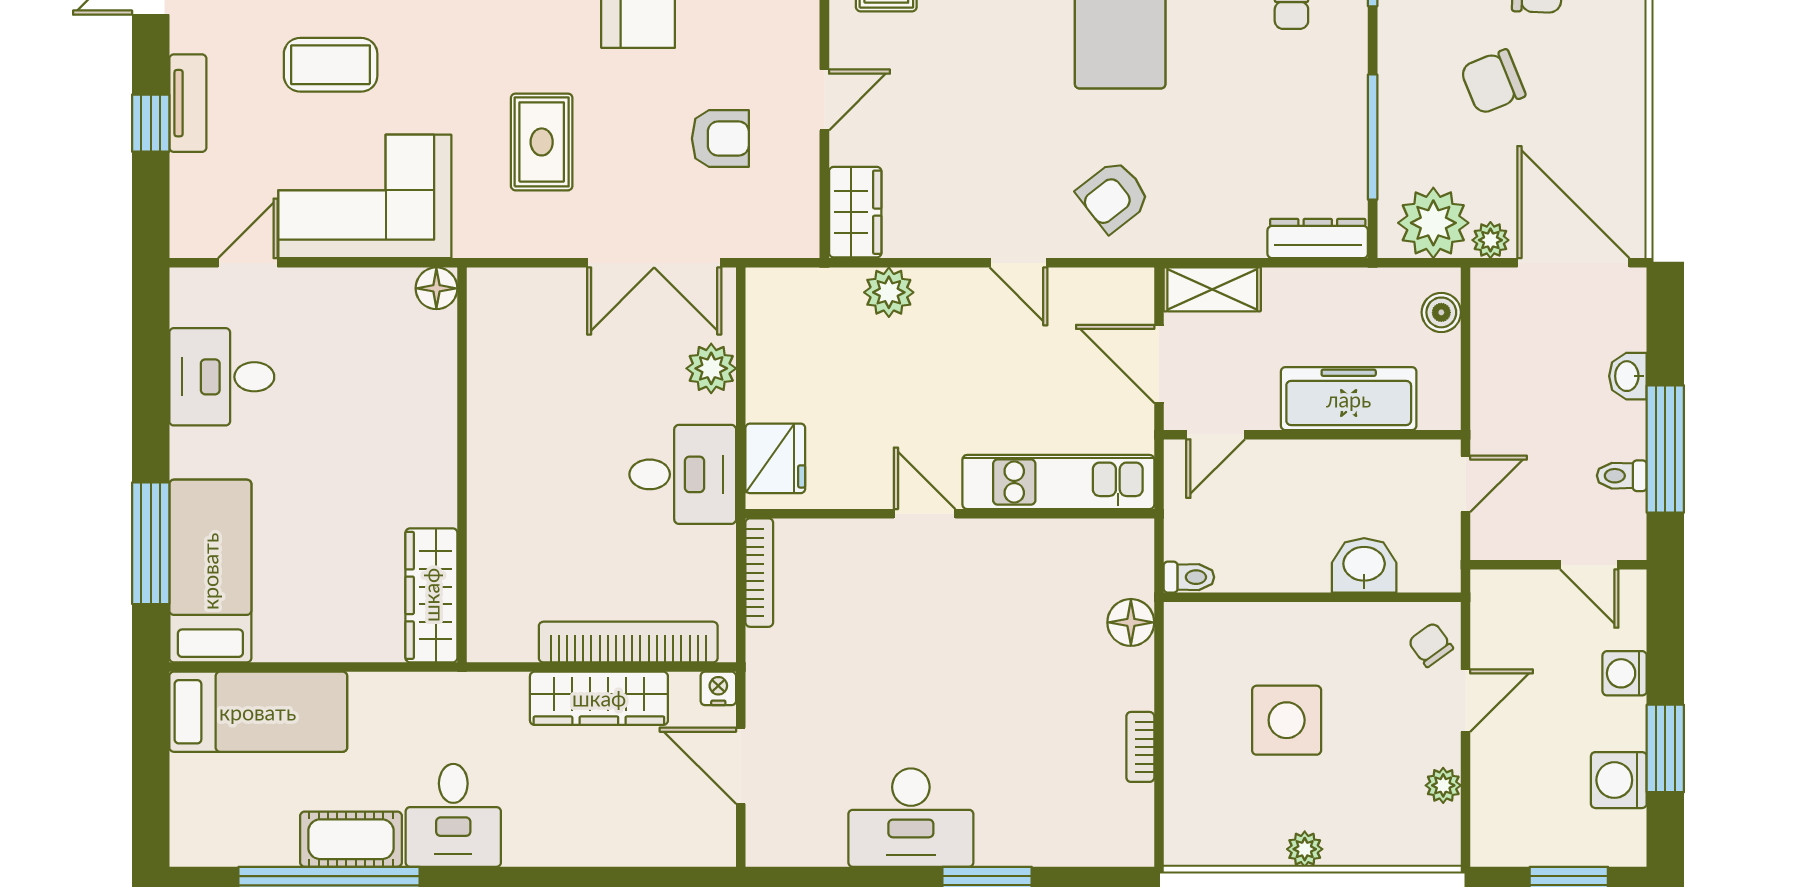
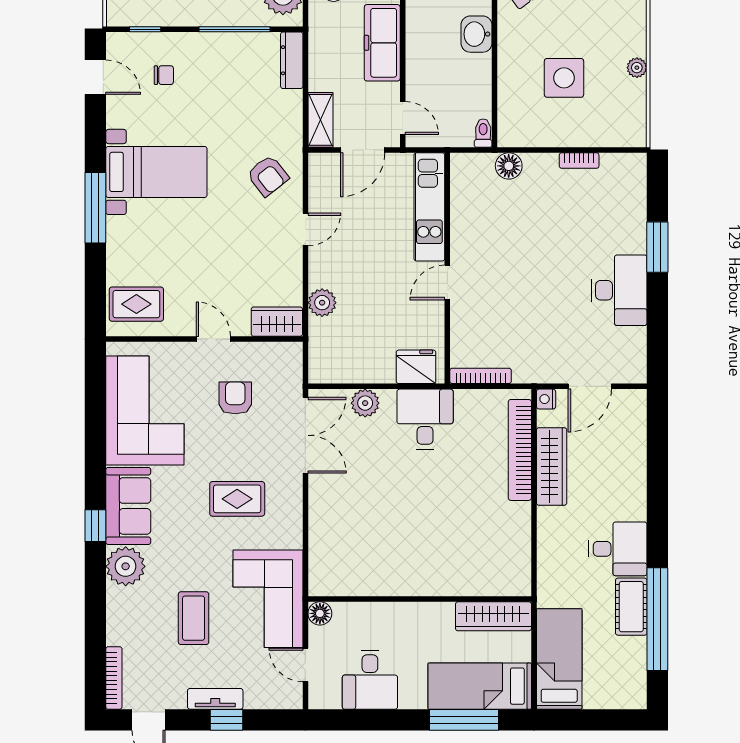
floor lamp: (436, 288) -> (320, 613), moved
wall: (462, 465) -> (420, 599), moved
wardrobe: (431, 595) -> (493, 616), moved

